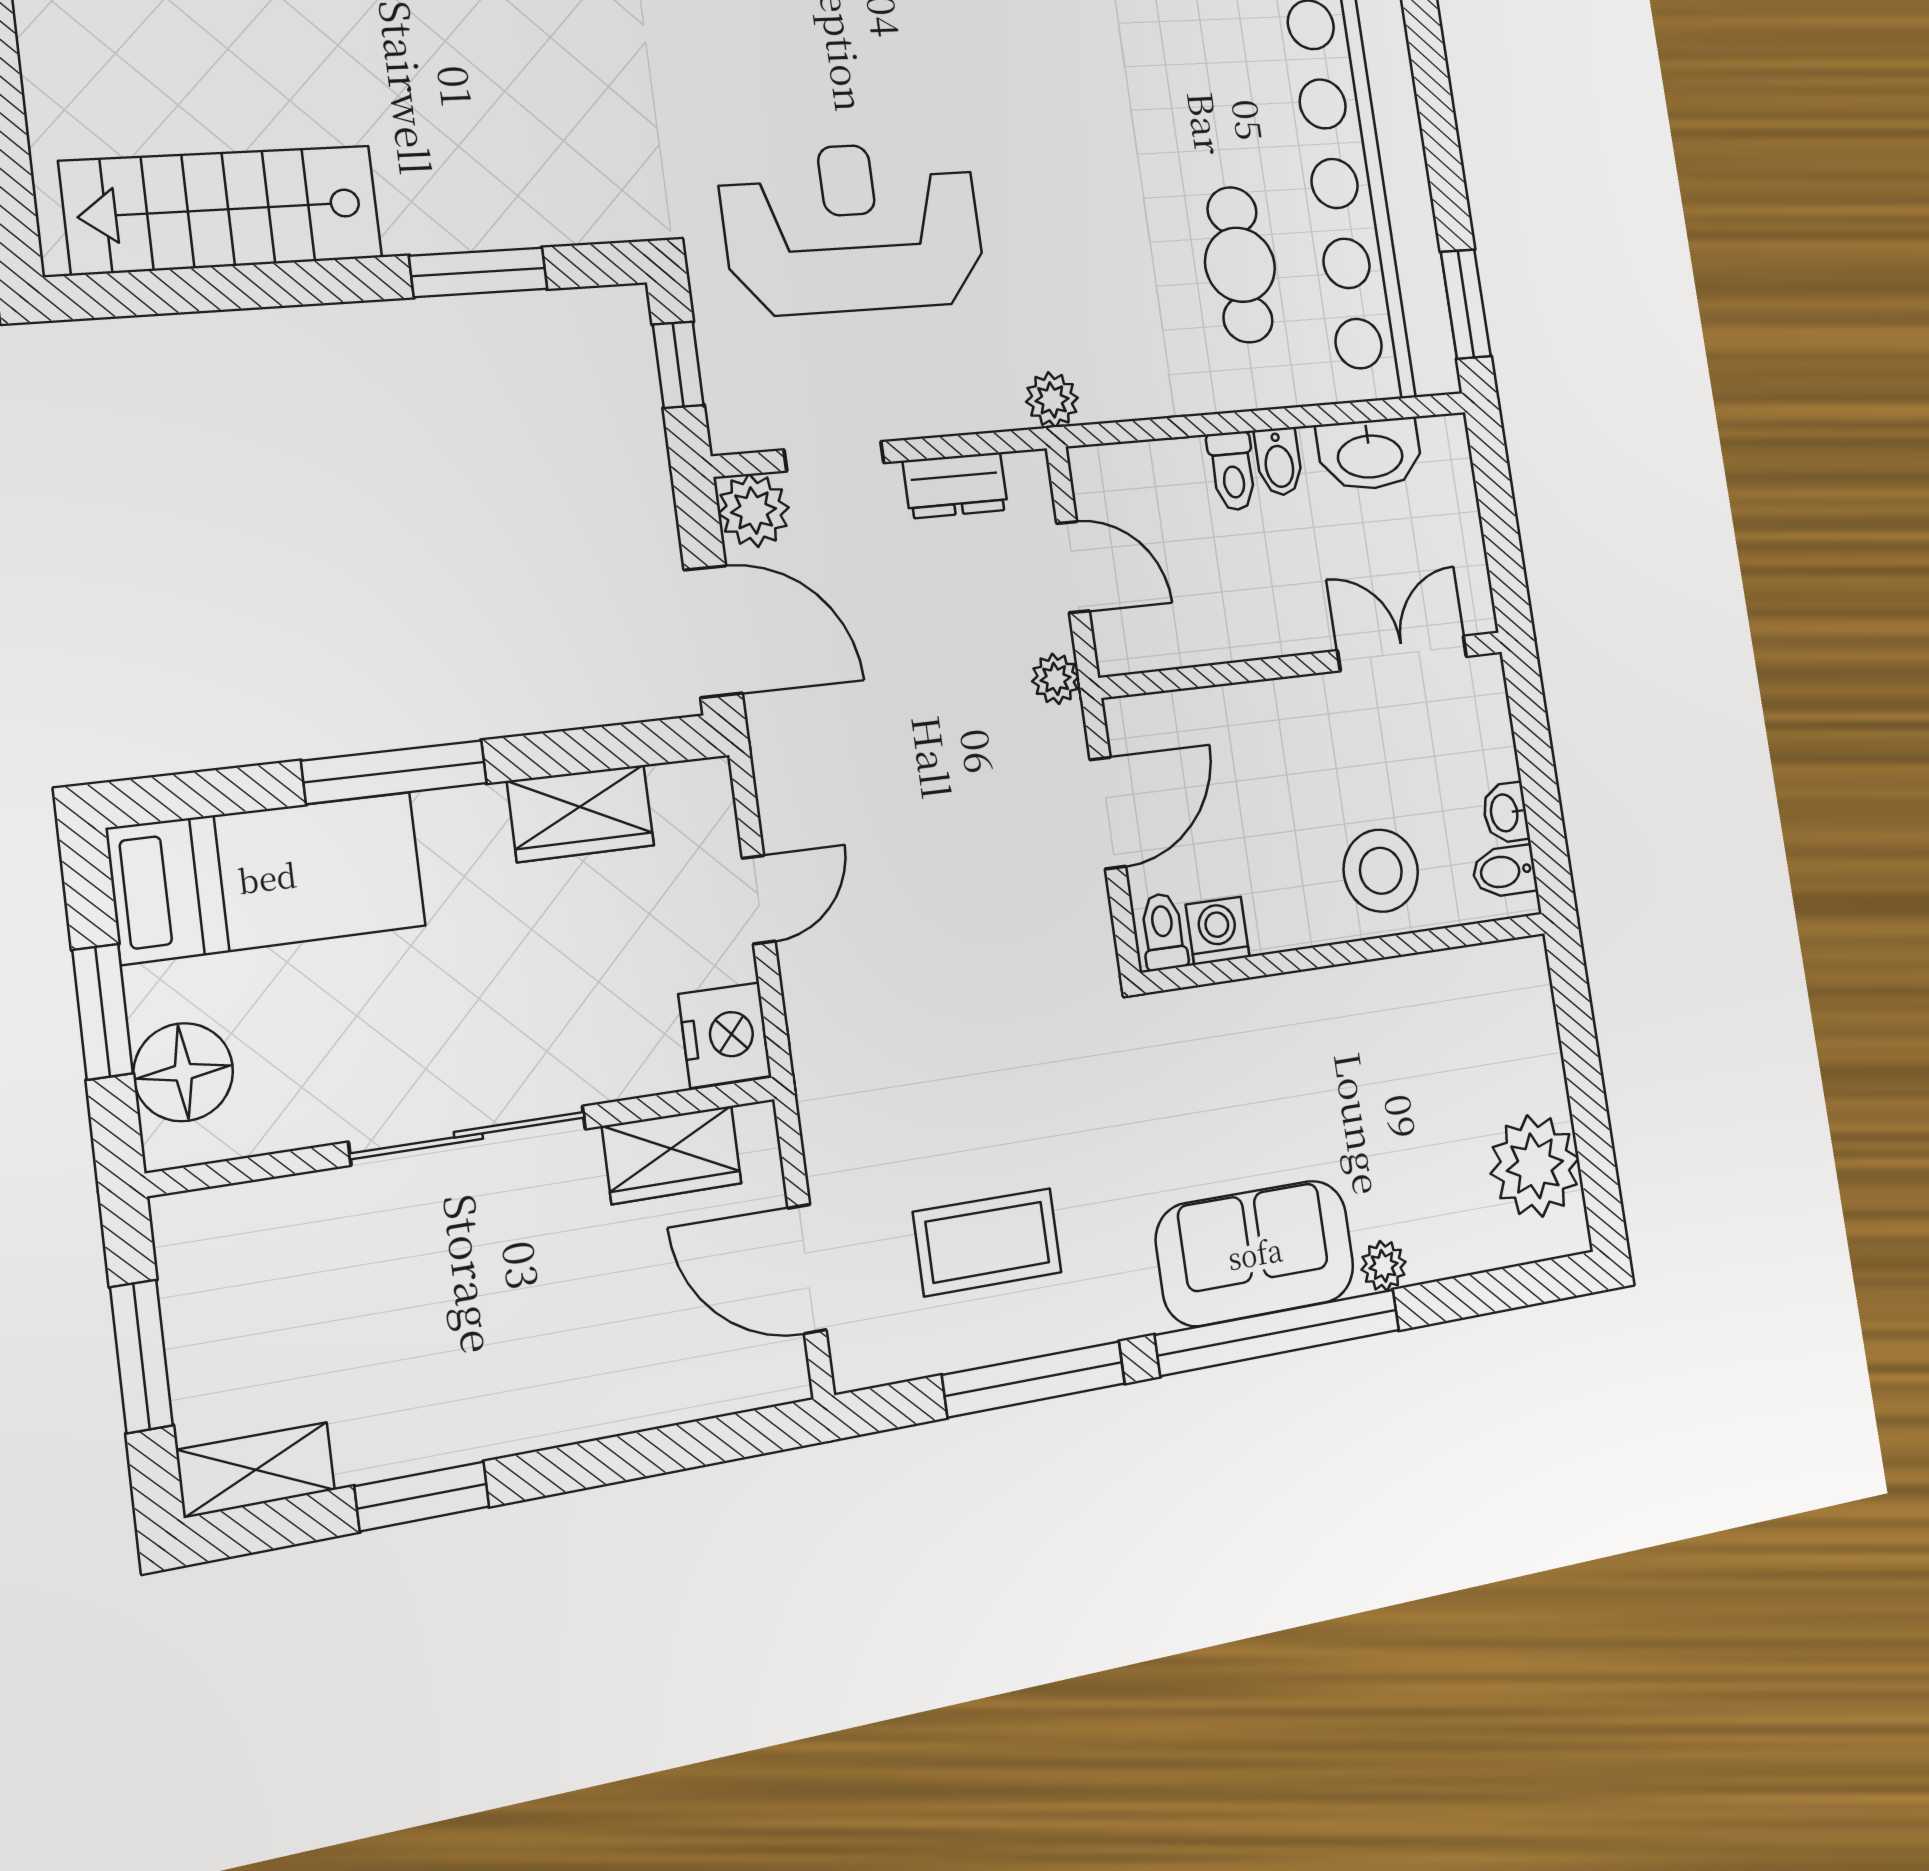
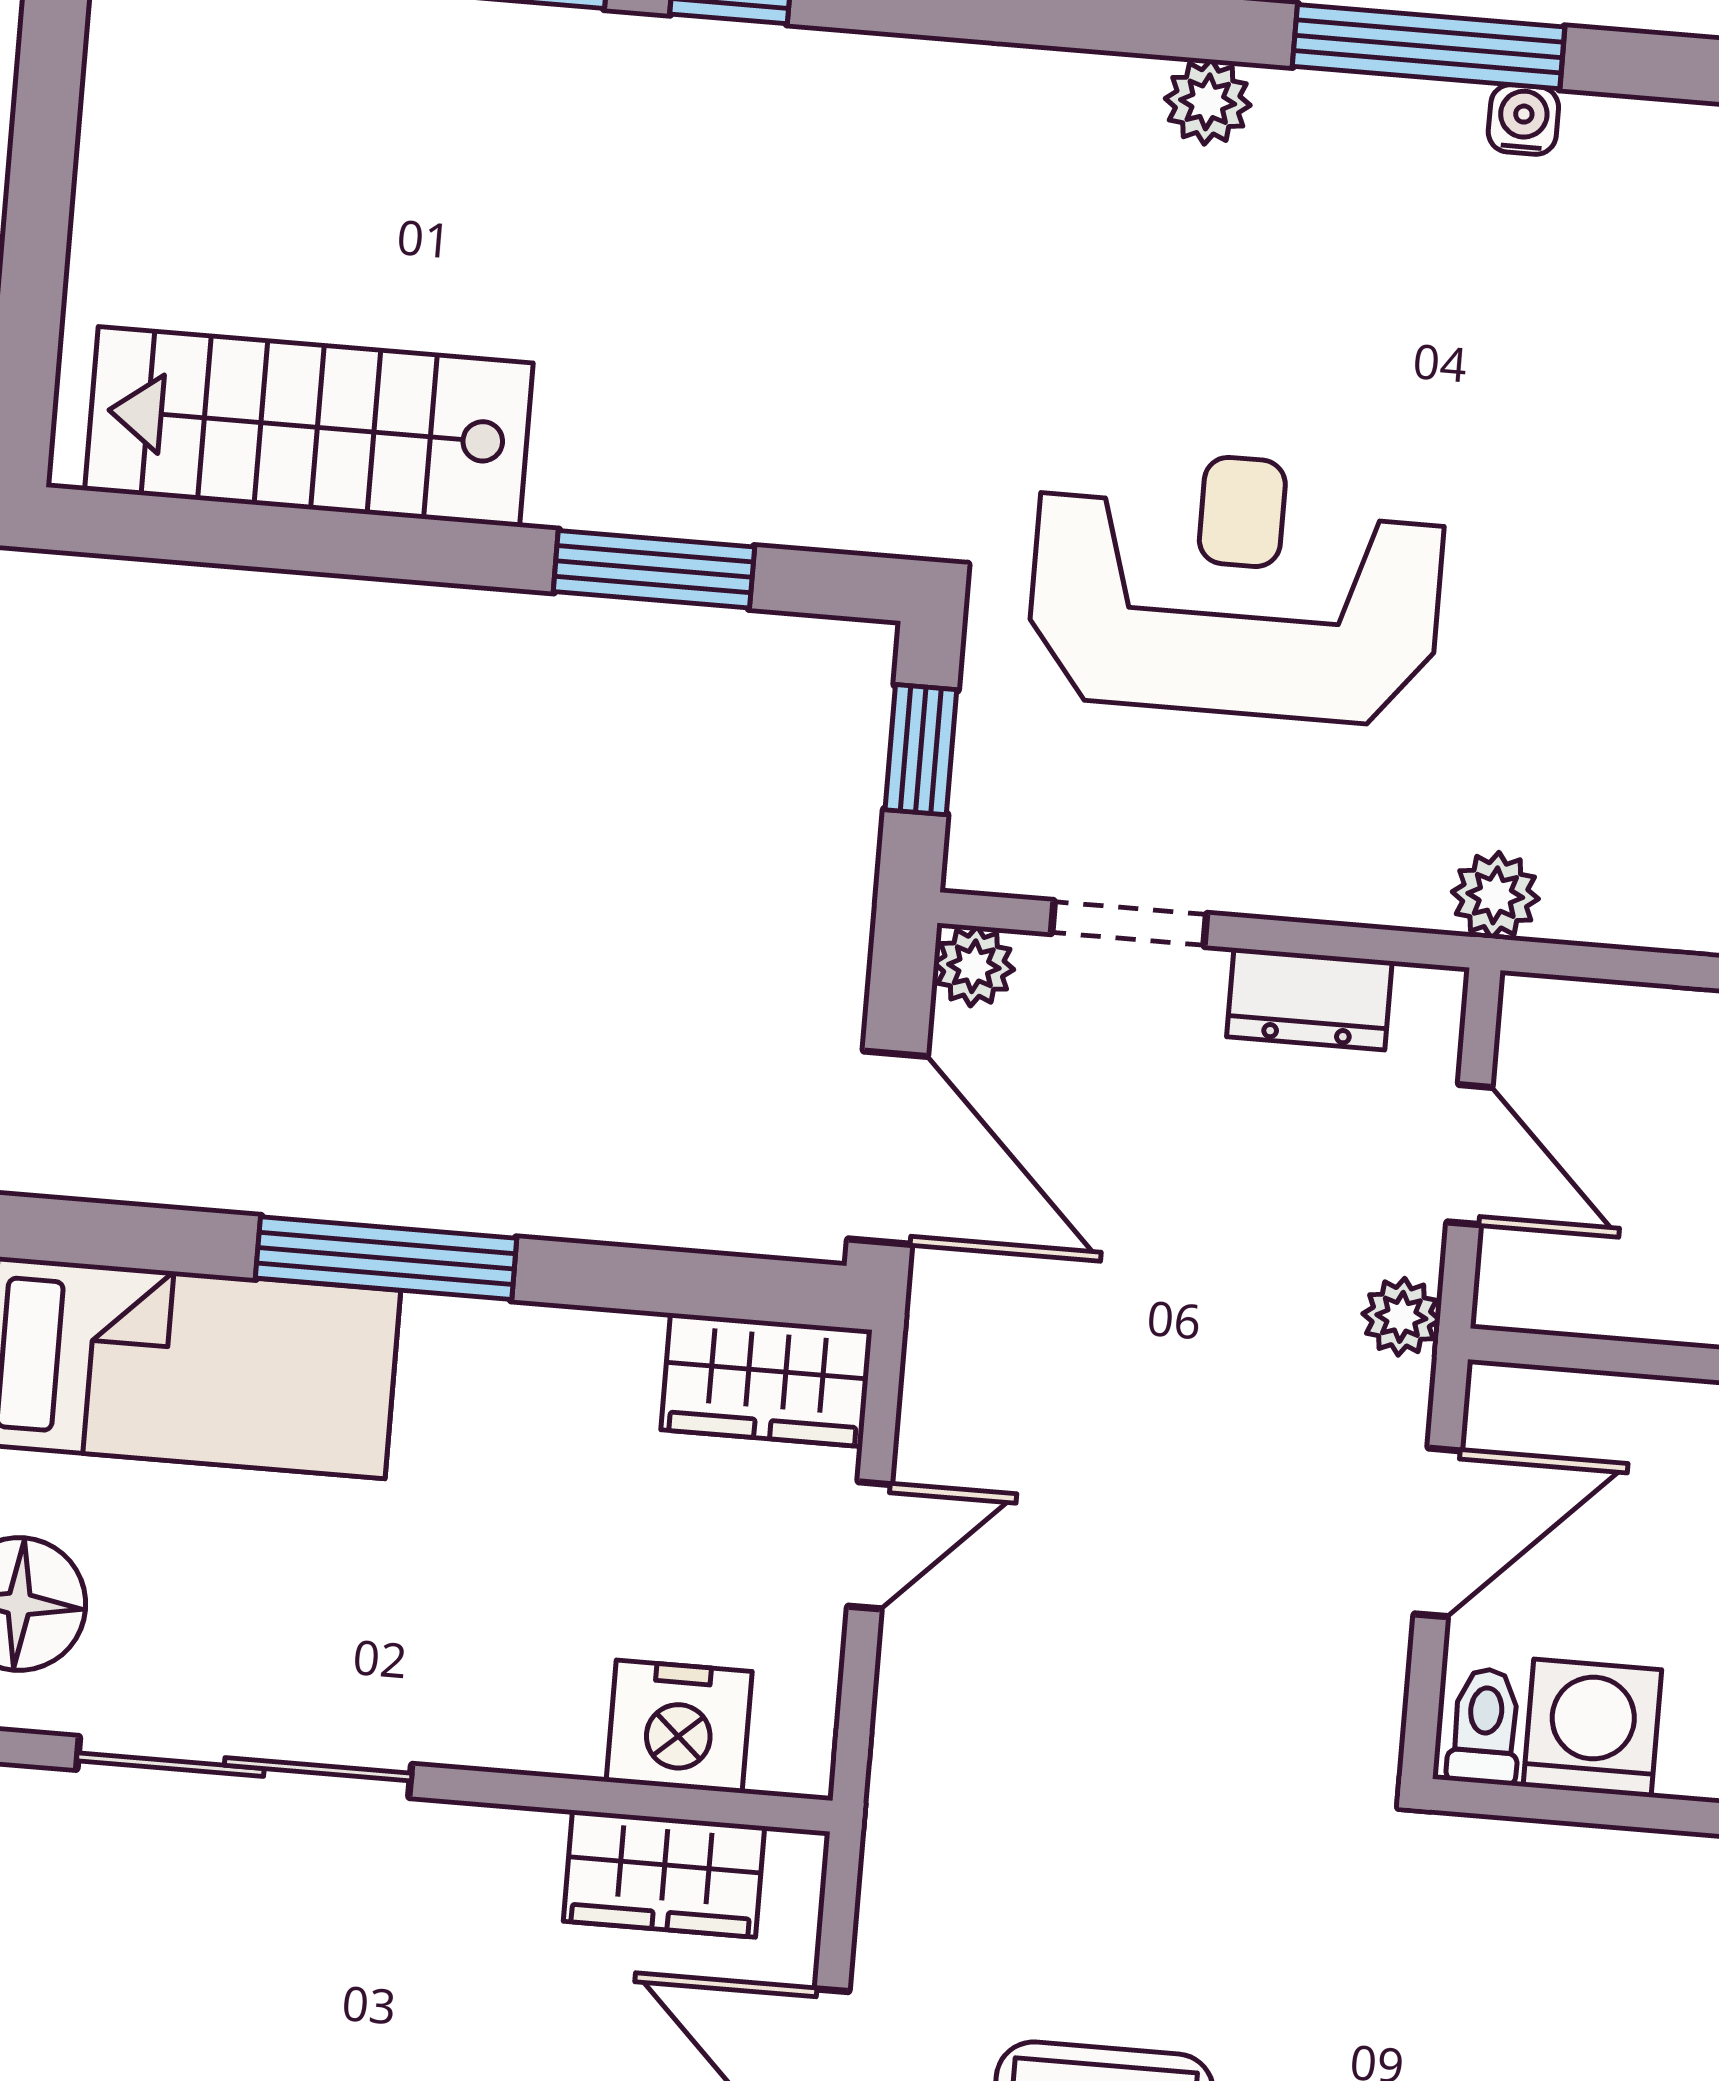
plant: (754, 510) -> (974, 966), width x0.73, depth x0.73
wardrobe: (581, 813) -> (766, 1380), moved
washing machine: (1218, 931) -> (1592, 1728), width x1.38, depth x1.38
nightstand: (725, 1035) -> (679, 1727), moved, turned 90
sliding door: (468, 1135) -> (244, 1767), moved

